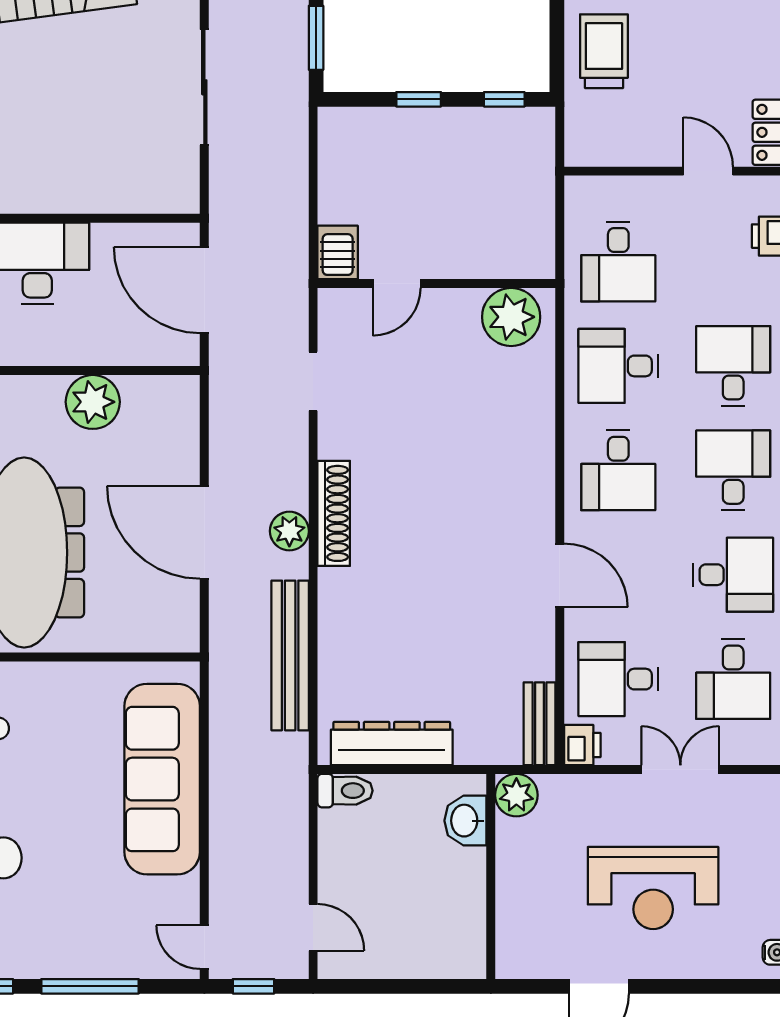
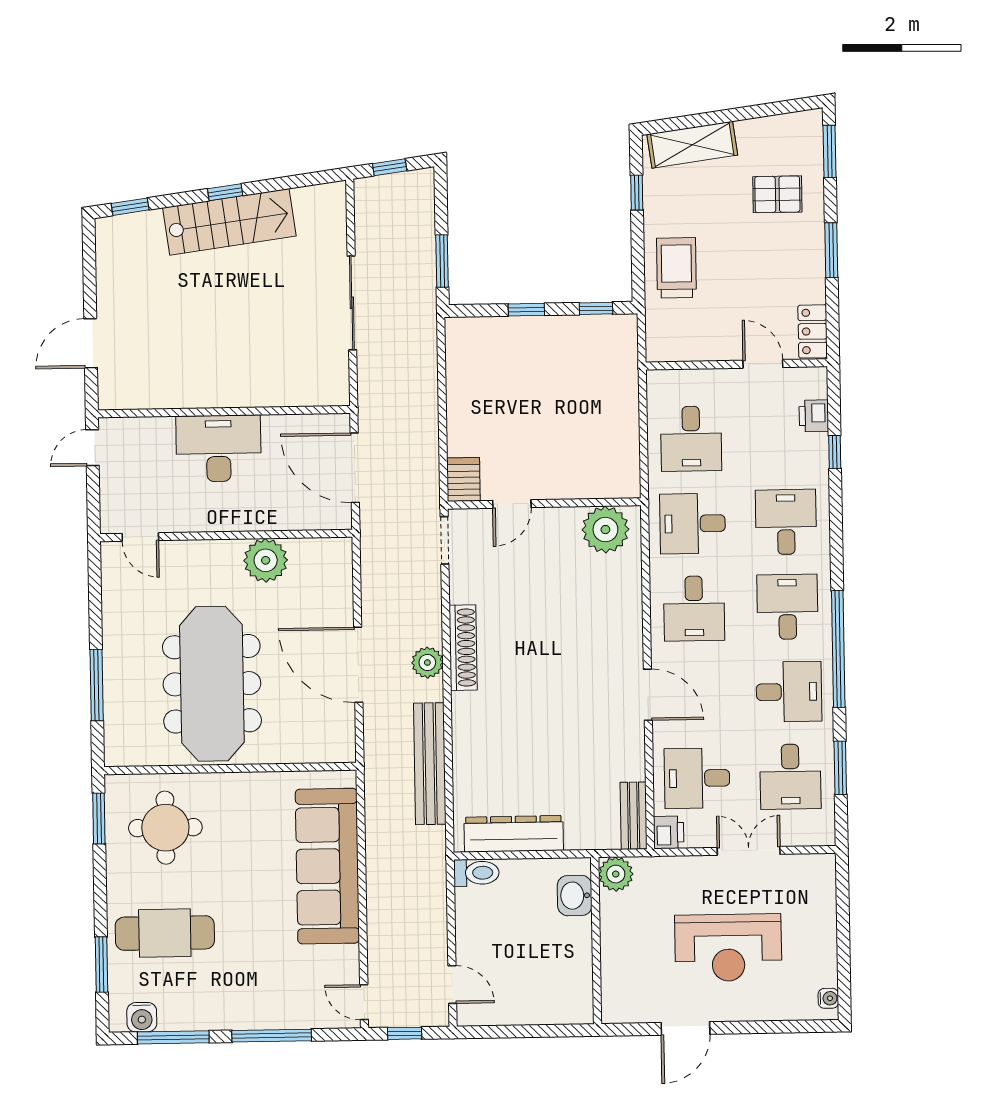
server rack: (338, 252) -> (463, 479), moved
door: (397, 284) -> (512, 504), moved
wall: (436, 284) -> (544, 503), moved
plant: (511, 317) -> (605, 530), moved

